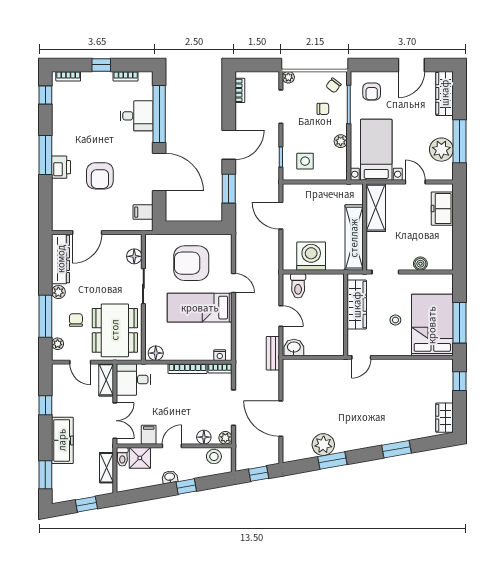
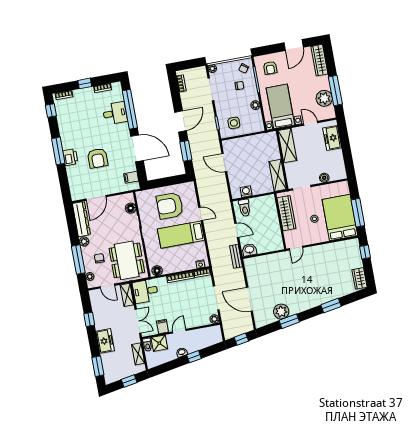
shelving: (354, 238) -> (278, 175), width x0.68
washing machine: (311, 256) -> (246, 192), width x0.53, depth x0.53
floor lamp: (204, 437) -> (200, 321), removed
freezer: (62, 440) -> (105, 341), width x0.71
stool: (214, 456) -> (209, 333), removed

